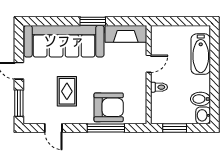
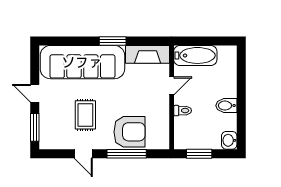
bathtub: (201, 54) -> (195, 55), moved, turned -90
bidet: (200, 99) -> (226, 106), moved
door: (53, 128) -> (83, 154), moved

